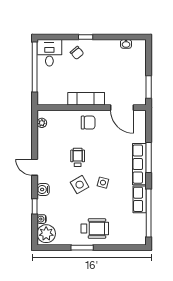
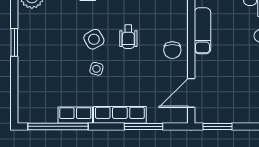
exam couch: (86, 99) -> (202, 31), moved
wheelchair: (78, 157) -> (128, 37), turned 90
window: (149, 157) -> (143, 126), moved
wheelchair: (95, 229) -> (38, 59), removed

